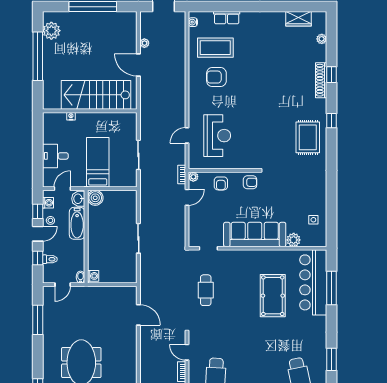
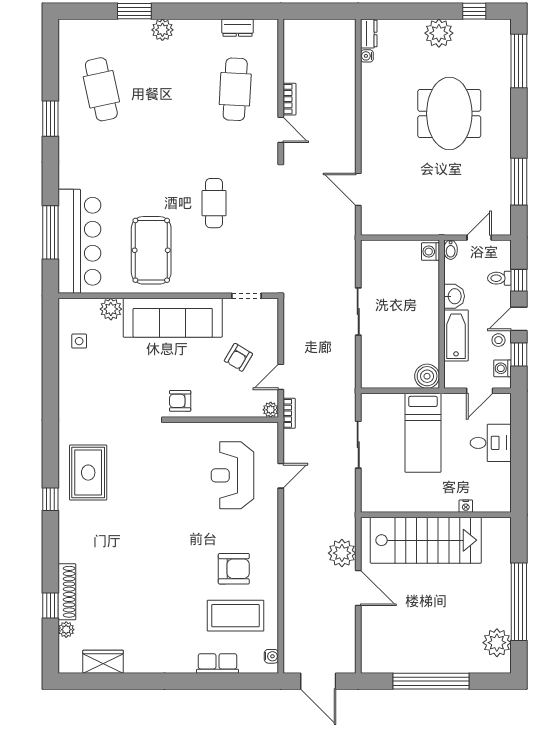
plant: (144, 43) -> (342, 553), moved, width x1.88, depth x1.88
window: (331, 75) -> (50, 606), moved
shoe rack: (321, 80) -> (67, 592), moved
armchair: (221, 183) -> (238, 357), moved, turned -149
washbasin: (78, 199) -> (454, 296), moved
cafe table: (206, 290) -> (214, 203), moved
pool table: (273, 296) -> (151, 250), moved

